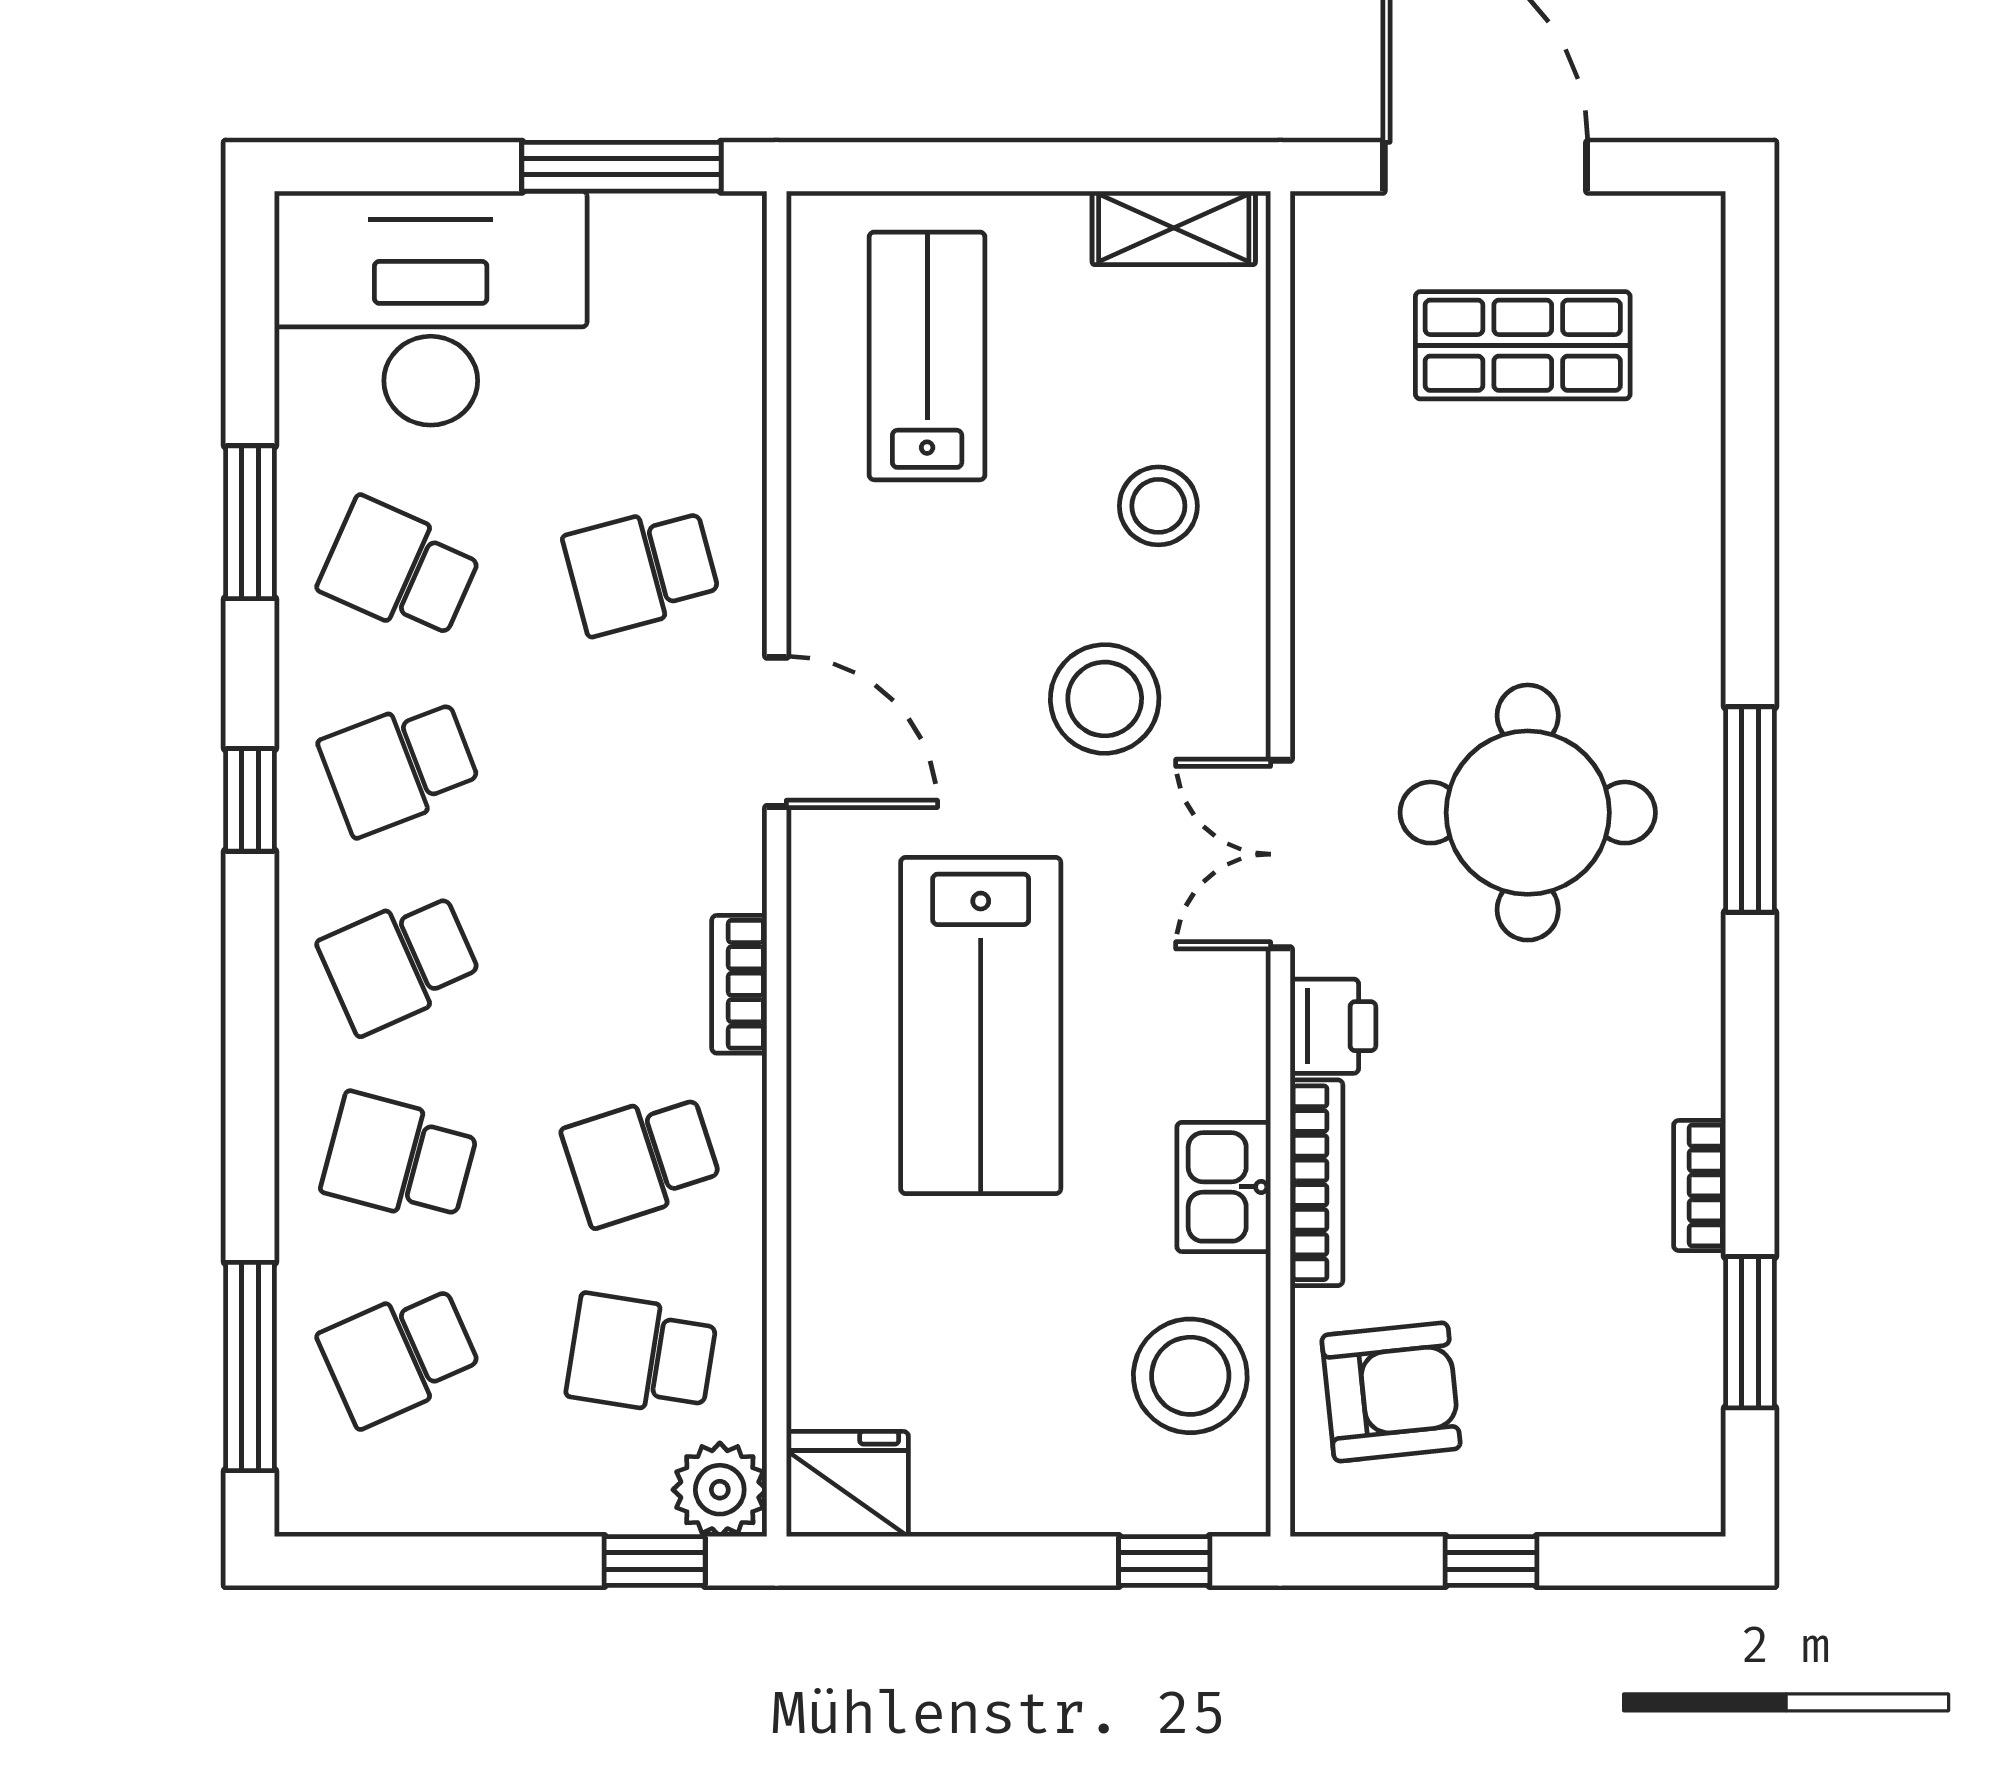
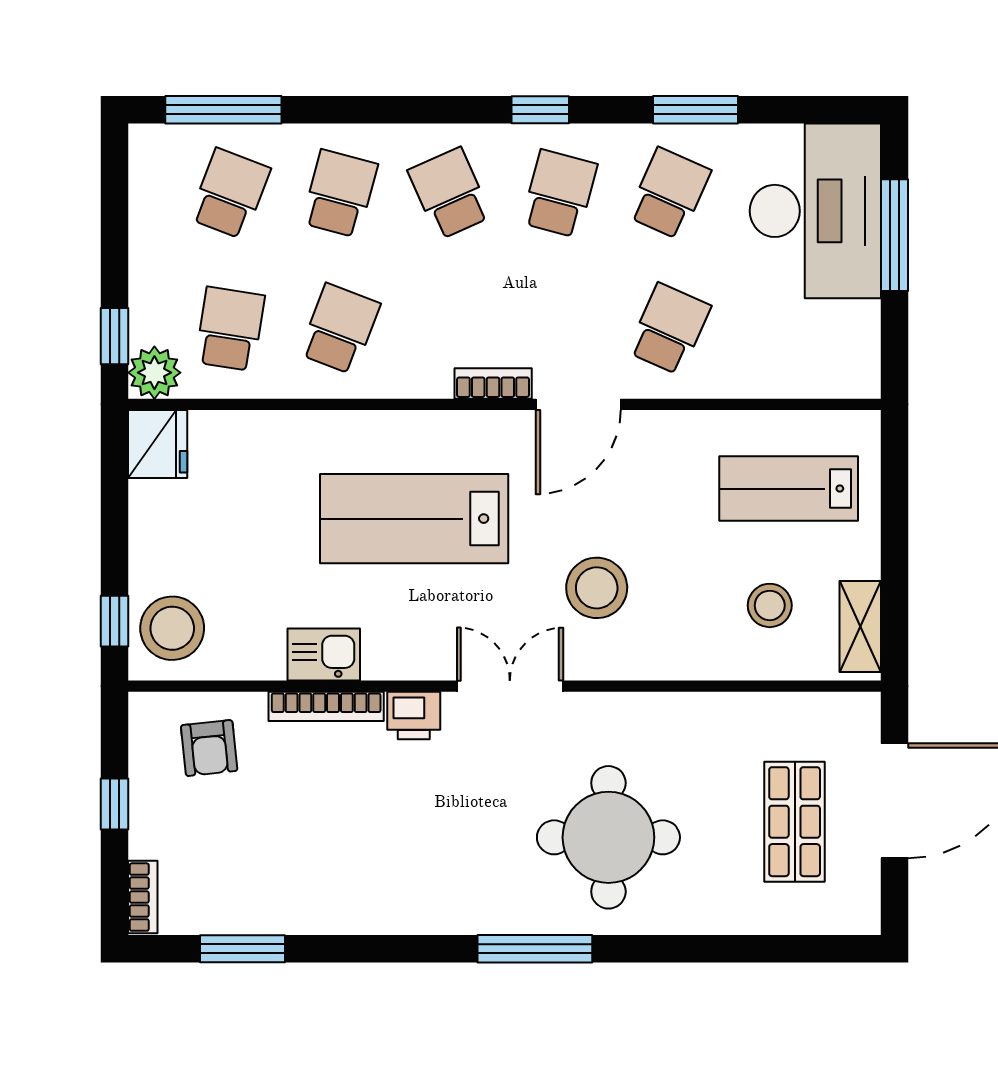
window: (622, 167) -> (894, 235), moved
lab bench: (927, 356) -> (789, 489), turned 180
stool: (1158, 506) -> (770, 605), moved
school desk: (642, 569) -> (669, 329), turned 39
school desk: (400, 766) -> (559, 194), turned 36
round table: (1528, 813) -> (608, 837), moved
bookcase: (739, 984) -> (493, 383), moved
school desk: (642, 1158) -> (340, 329), turned 39
bookcase: (1700, 1185) -> (143, 897), moved, turned 90
school desk: (400, 1355) -> (230, 194), turned 45
stool: (1190, 1376) -> (172, 628), moved
armchair: (1391, 1392) -> (209, 748), width x0.72, depth x0.72

